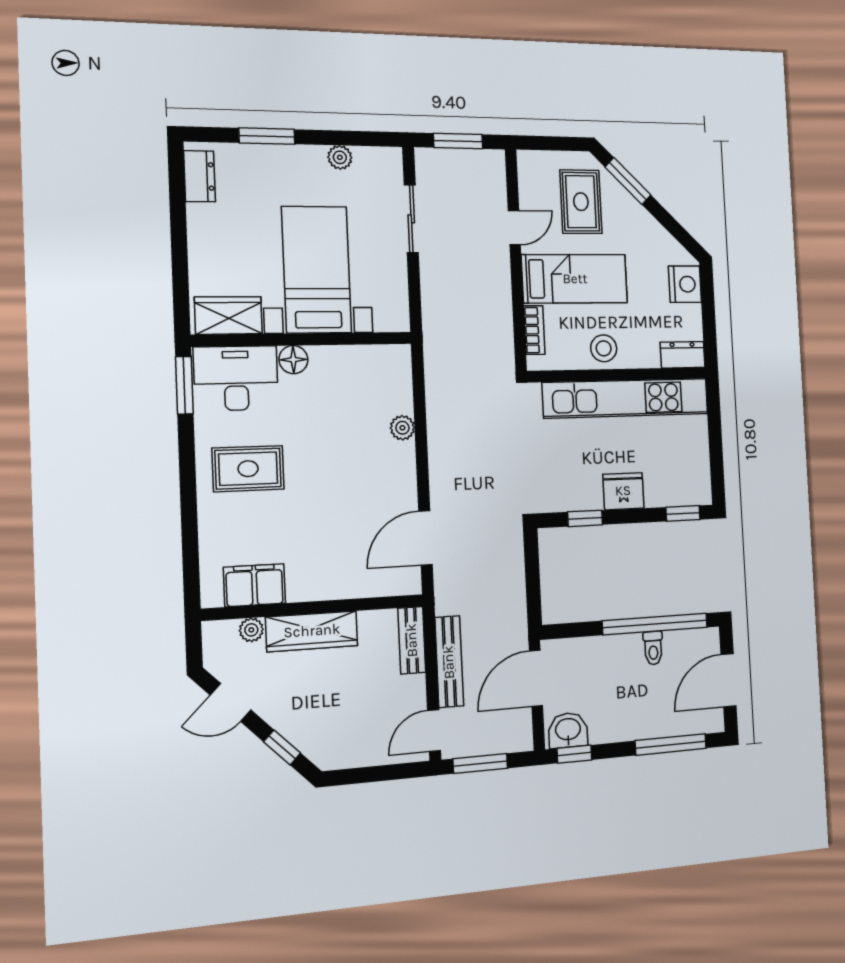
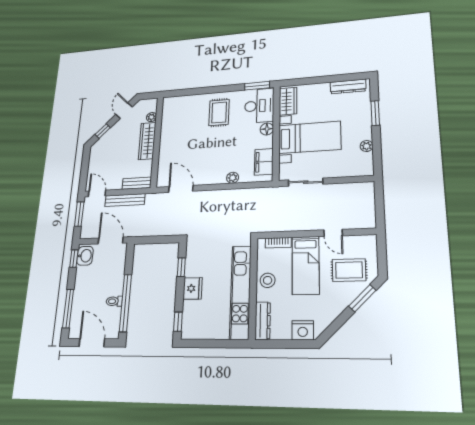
window: (458, 141) -> (379, 204), removed
dresser: (200, 176) -> (348, 86), width x1.44
sliding door: (411, 219) -> (306, 182), moved
dresser: (683, 355) -> (263, 321), width x1.44
filing cabinet: (254, 585) -> (264, 162), moved, turned 180

